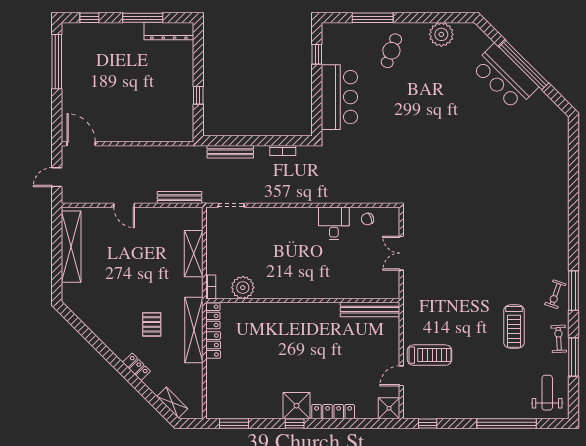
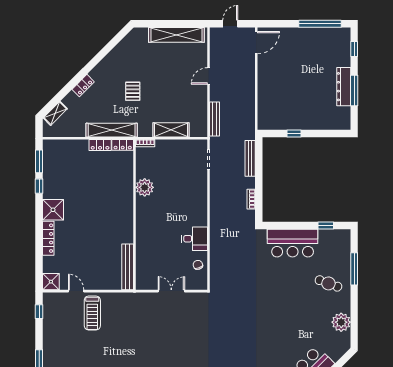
dresser: (169, 31) -> (344, 87), moved
door: (57, 177) -> (230, 24), hinge flipped
plant: (243, 288) -> (145, 187), moved
pallet: (152, 324) -> (133, 91), moved, turned 90
window: (295, 424) -> (39, 186), moved

